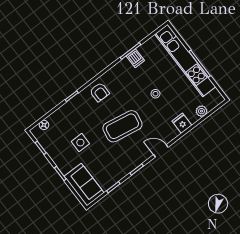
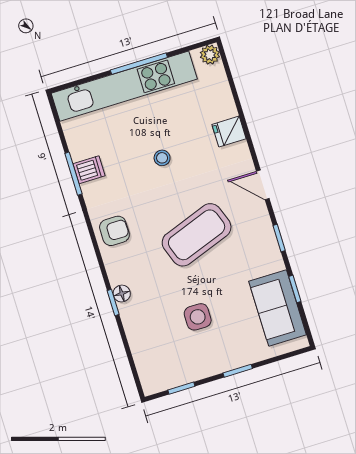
armchair: (99, 92) -> (114, 231), moved
plant: (201, 111) -> (210, 55), moved
floor lamp: (44, 125) -> (122, 294), moved
coffee table: (122, 126) -> (197, 235), turned 60
door: (161, 151) -> (263, 185), hinge flipped
sofa: (84, 185) -> (278, 308), moved, turned -90

